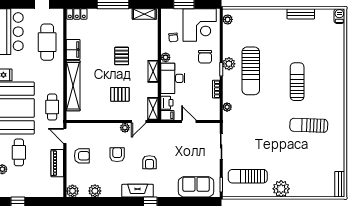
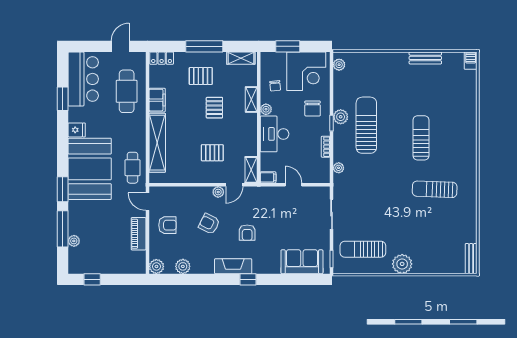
pallet: (110, 29) -> (201, 76), added
shelving: (153, 71) -> (251, 99), moved
sun lounger: (251, 71) -> (366, 125), turned 180
printer: (167, 103) -> (268, 163), removed
cafe table: (19, 152) -> (93, 221), removed
armchair: (117, 155) -> (209, 224), turned -63

